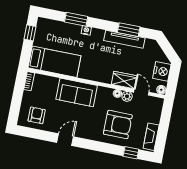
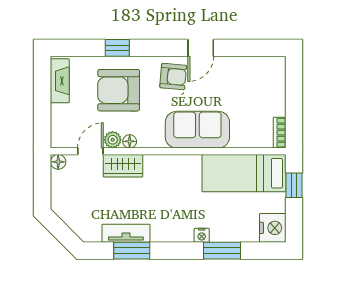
window: (30, 33) -> (294, 185), moved
tv unit: (124, 39) -> (126, 233), width x0.71
nightstand: (162, 71) -> (273, 228), moved, turned 180
door: (141, 92) -> (90, 151), swing flipped
armchair: (37, 115) -> (173, 76), moved, turned -85
window: (131, 153) -> (117, 48), moved

